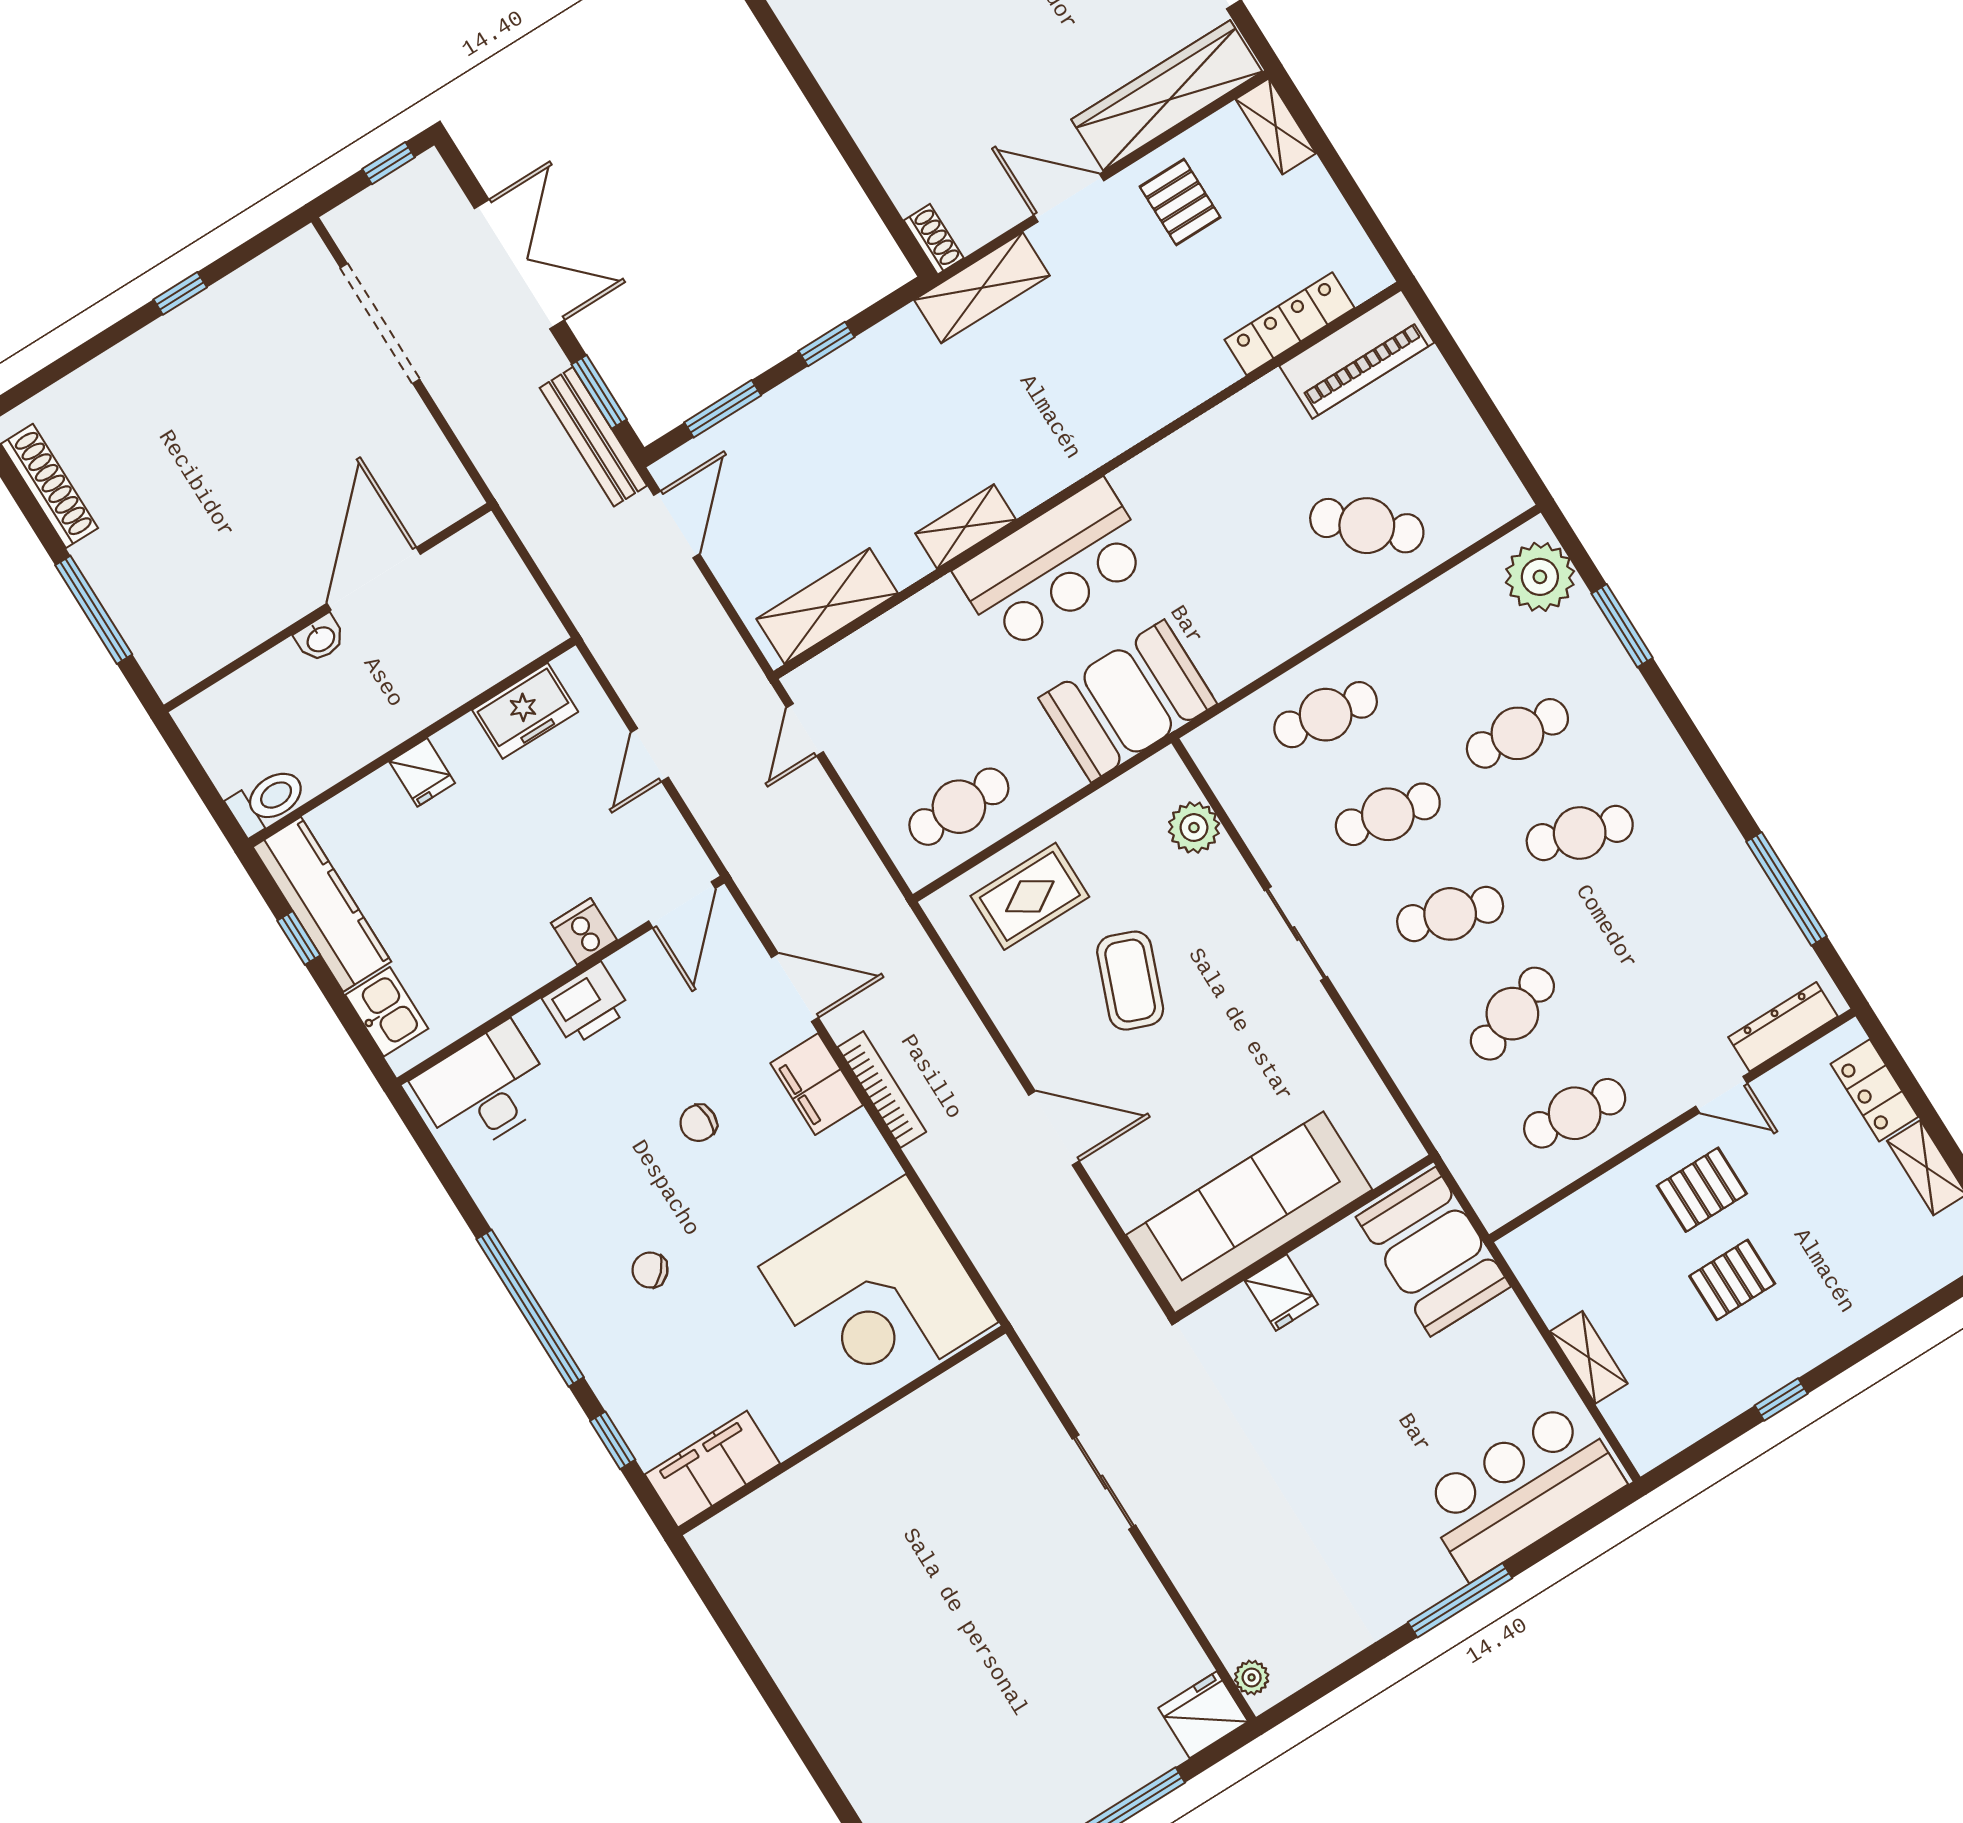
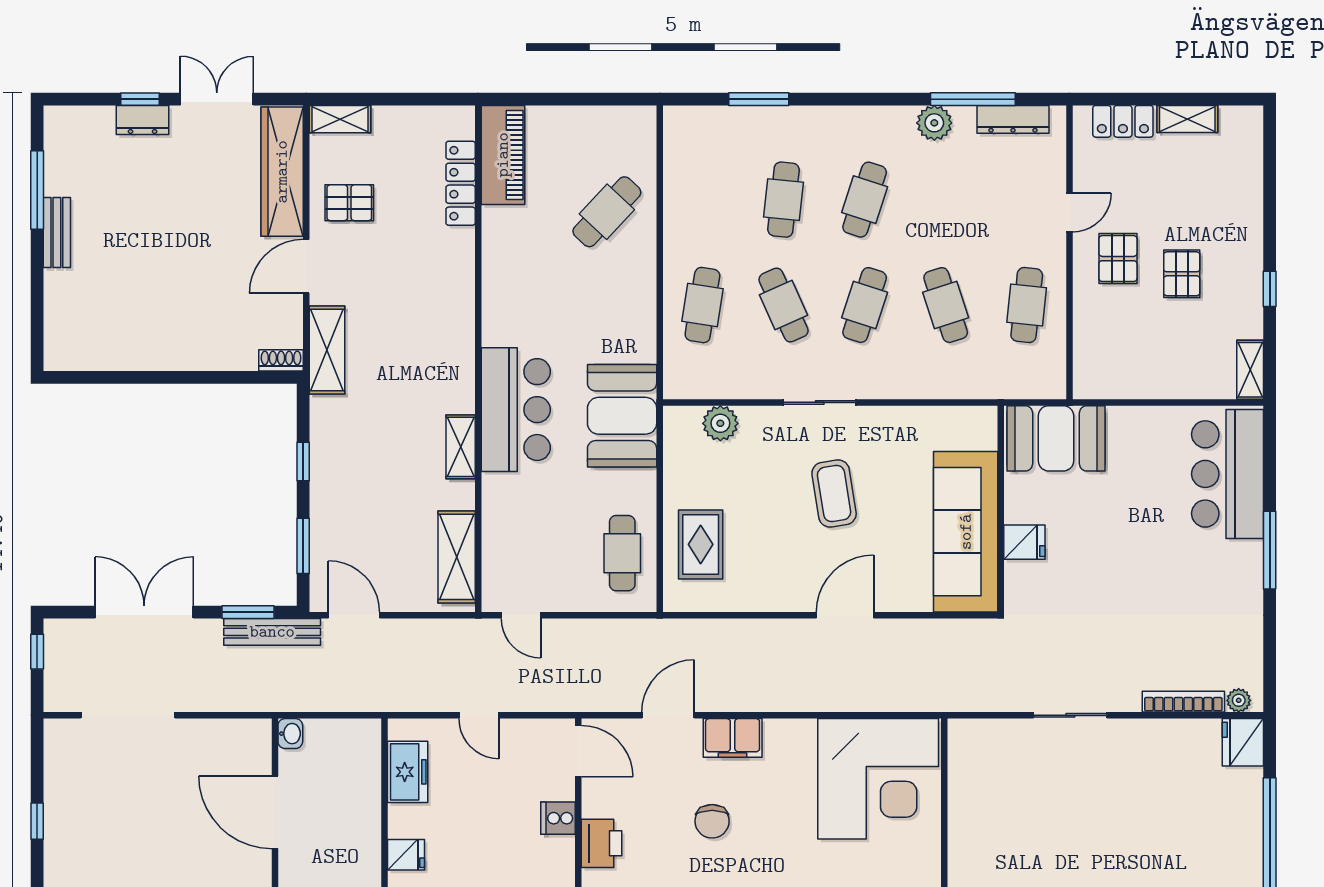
plant: (1540, 577) -> (934, 123), moved, width x0.73, depth x0.73
washbasin: (320, 638) -> (290, 734), moved
cafe table: (1388, 814) -> (784, 305), turned -36
coffee table: (1130, 981) -> (834, 493), moved, turned 60
dresser: (1783, 1027) -> (1013, 119), moved, turned -90
bookcase: (882, 1090) -> (1183, 702), moved
chair: (698, 1123) -> (712, 821), width x1.37, depth x1.37
shelving: (1589, 1357) -> (1250, 370), moved, turned 90

